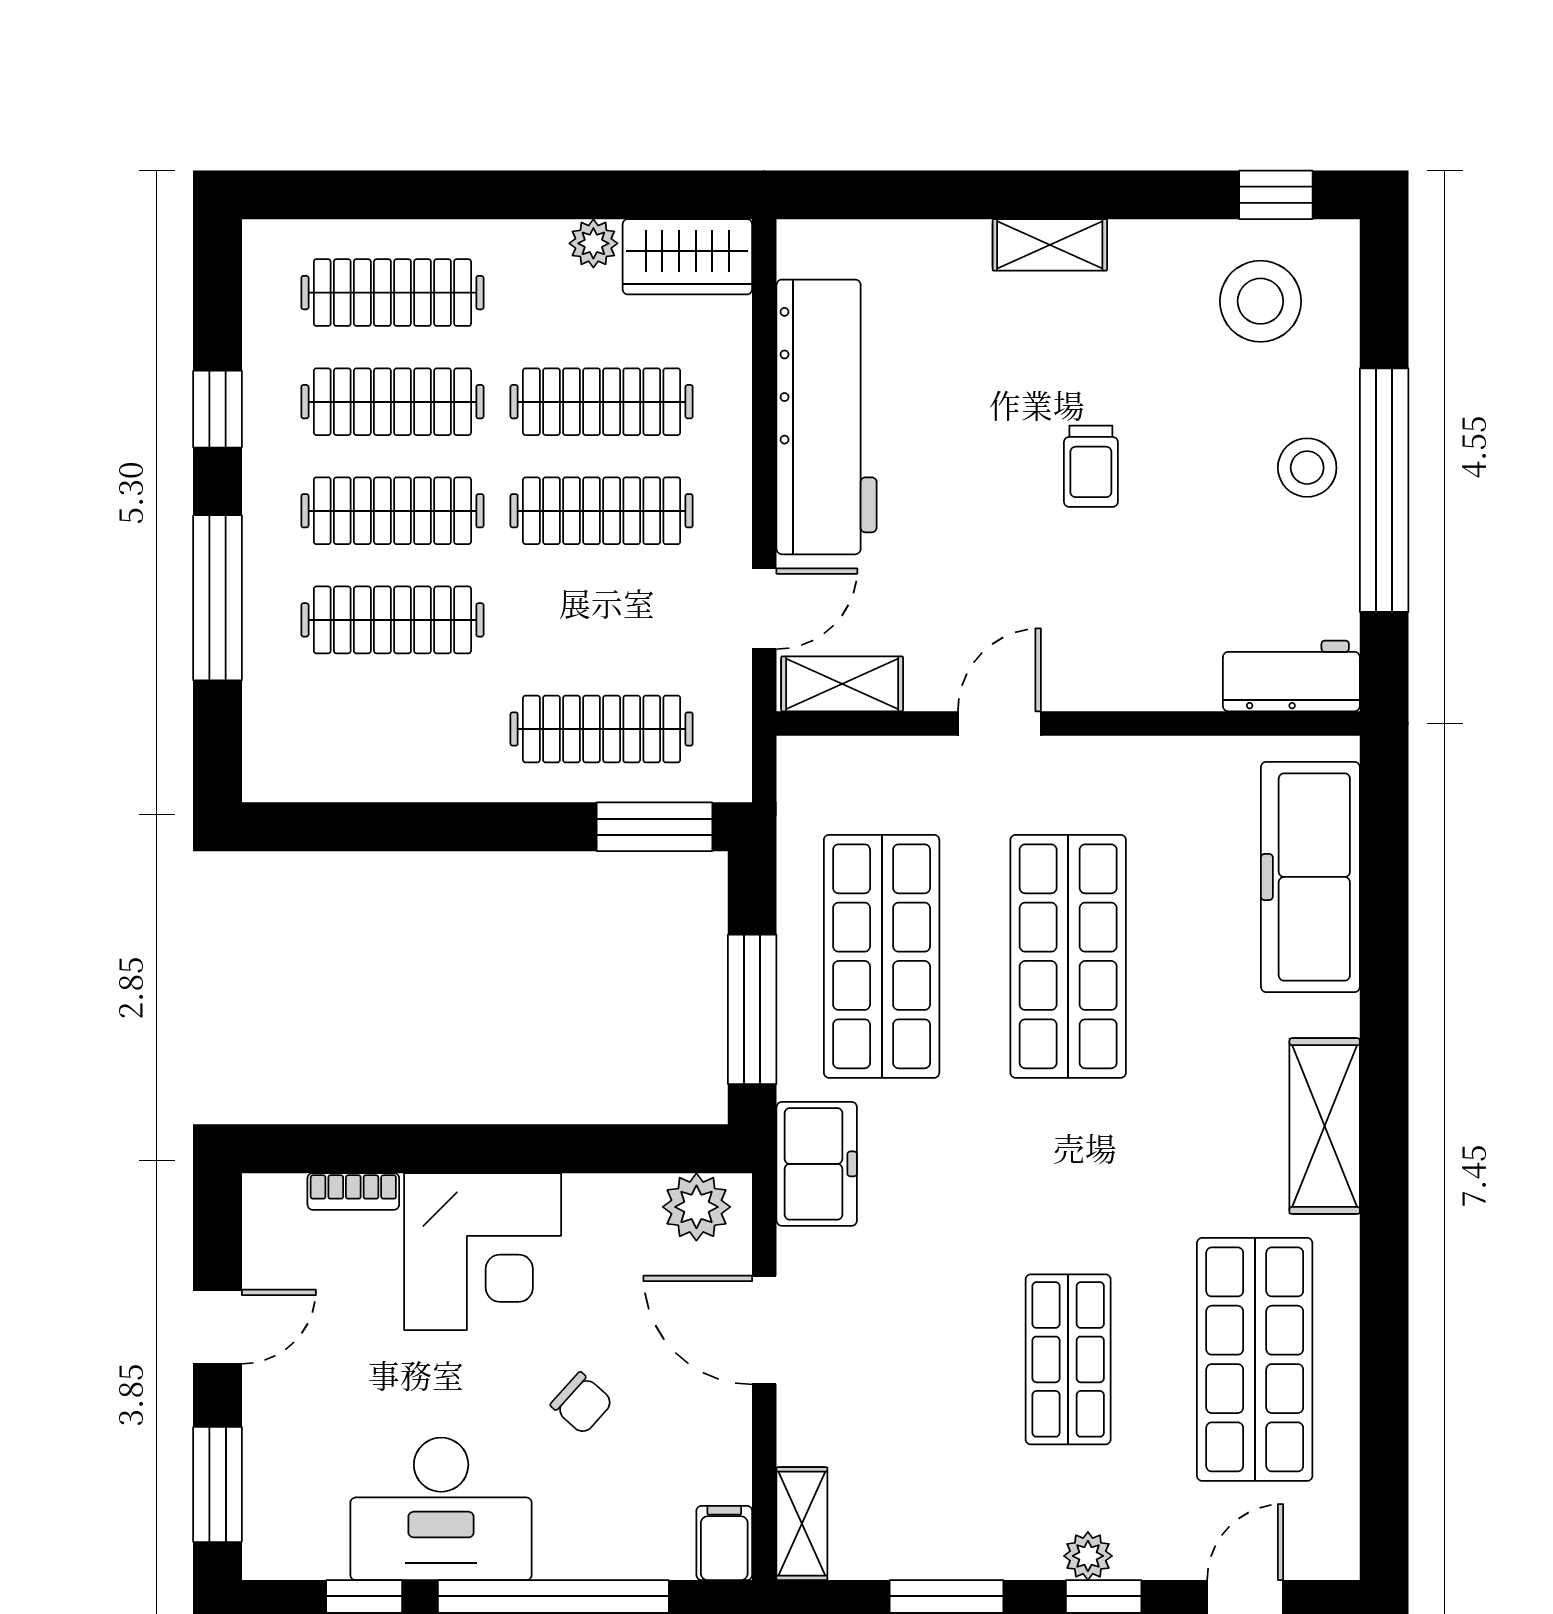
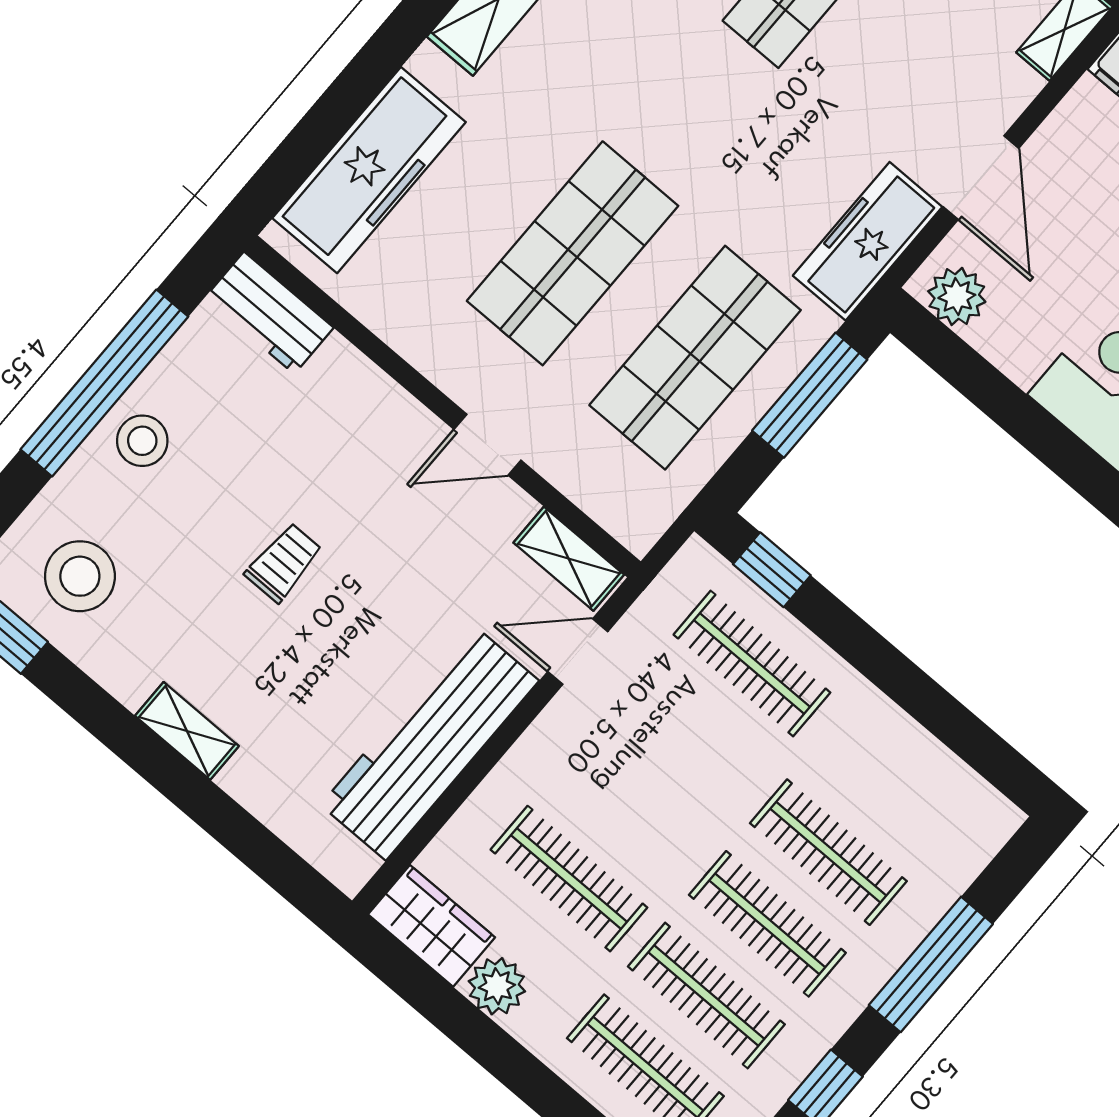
plant: (593, 243) -> (497, 986), width x1.38, depth x1.38
clothes rail: (602, 511) -> (630, 807), removed
window: (655, 827) -> (772, 570), width x0.67
freezer: (817, 1164) -> (868, 241), width x1.40

